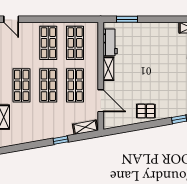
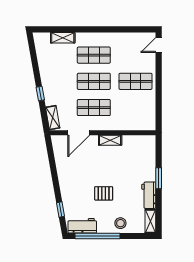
window: (127, 19) -> (159, 178), moved
workbench: (110, 42) -> (149, 195), moved, turned 90
shop shelf: (75, 43) -> (135, 108), removed
pallet: (146, 111) -> (104, 193), moved, turned 90

